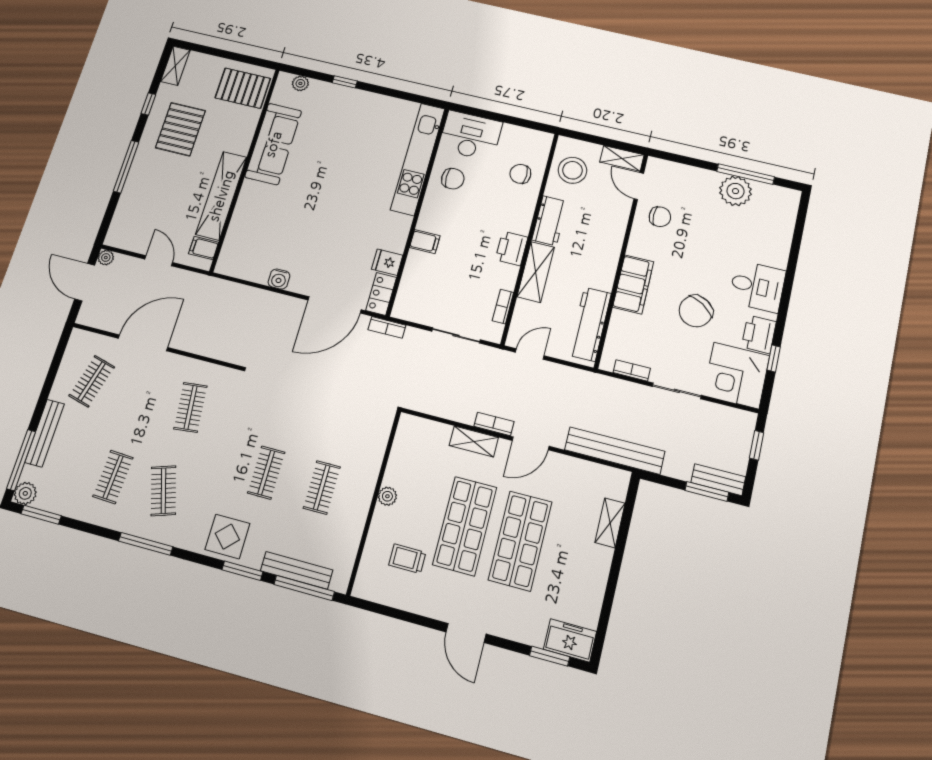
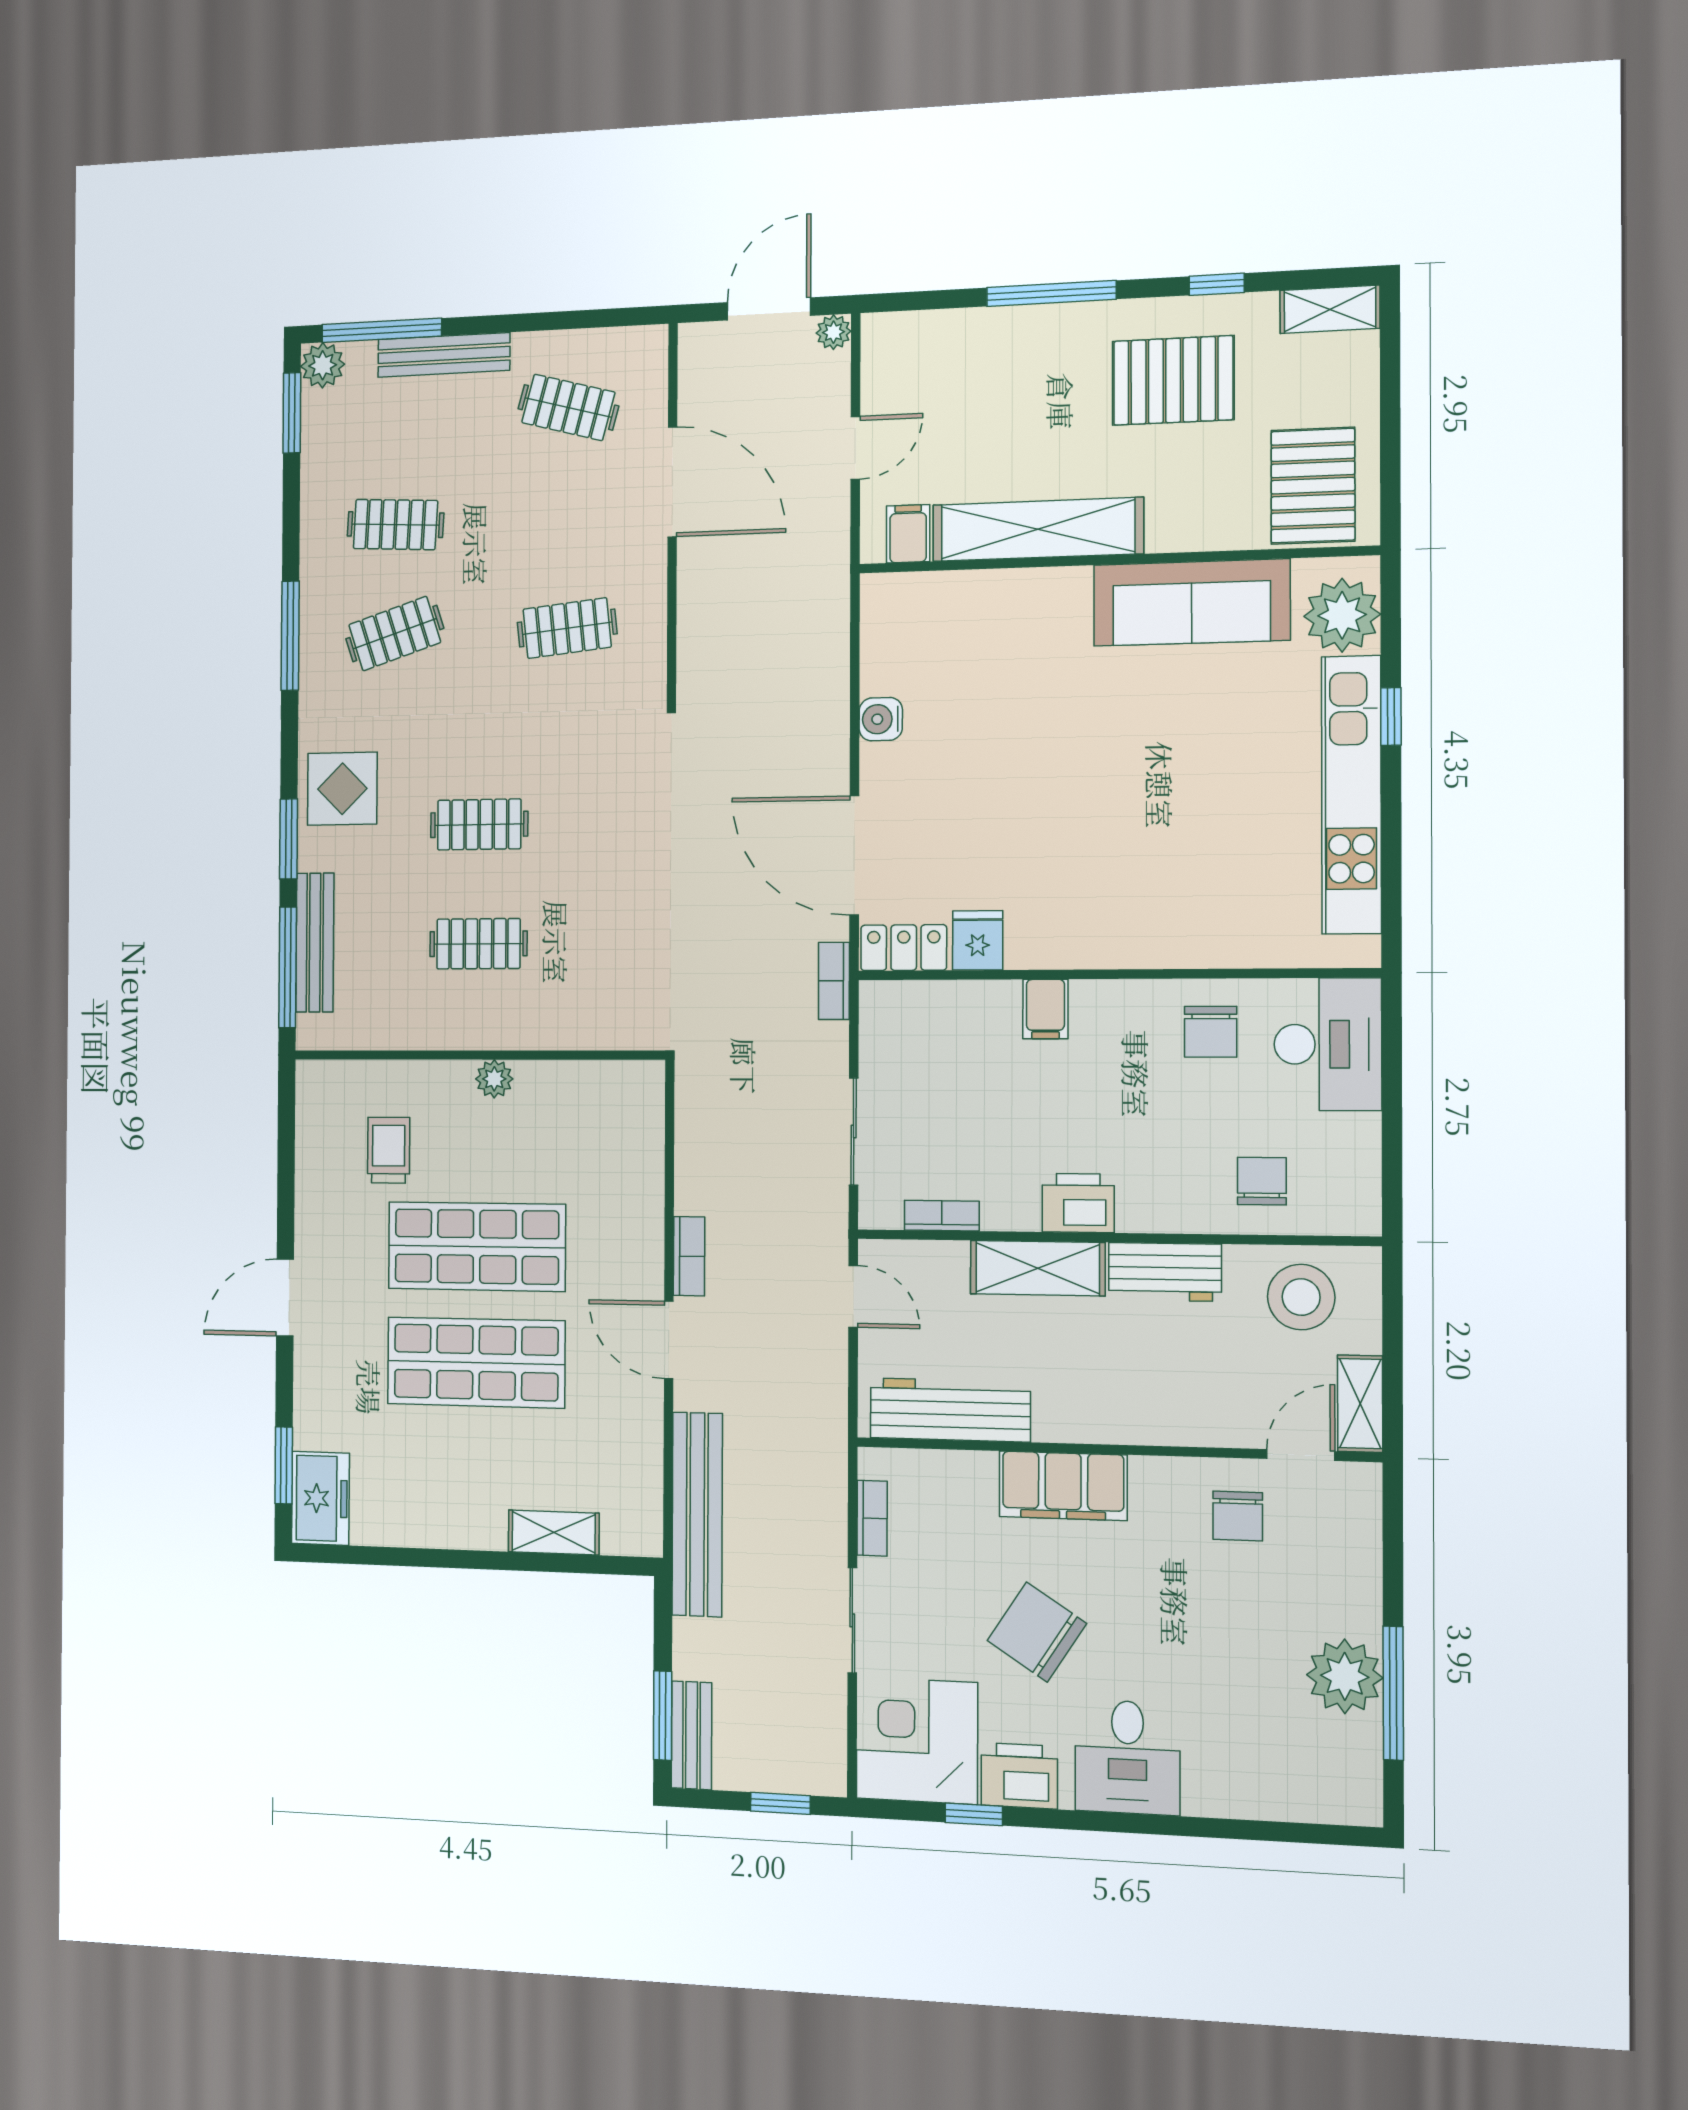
plant: (300, 83) -> (1342, 615), width x1.88, depth x1.88
kitchen unit: (418, 159) -> (1351, 795), moved, turned -90
shelving: (474, 441) -> (644, 1224), removed

